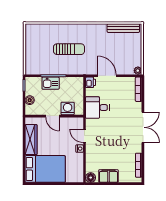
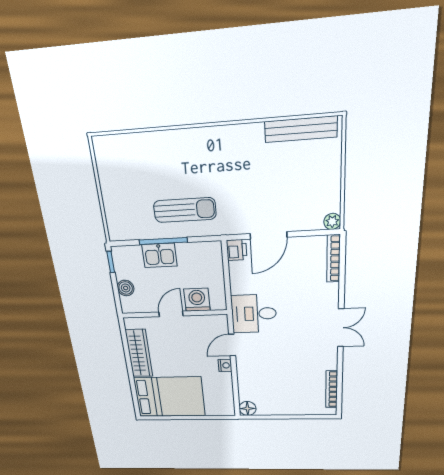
sun lounger: (69, 49) -> (185, 210), moved
door: (107, 76) -> (268, 235), swing flipped
desk: (97, 108) -> (254, 314), moved
door: (52, 116) -> (171, 314), swing flipped
double door: (143, 127) -> (341, 328), width x0.73
door: (84, 136) -> (232, 345), hinge flipped
filing cabinet: (108, 176) -> (278, 406), removed

